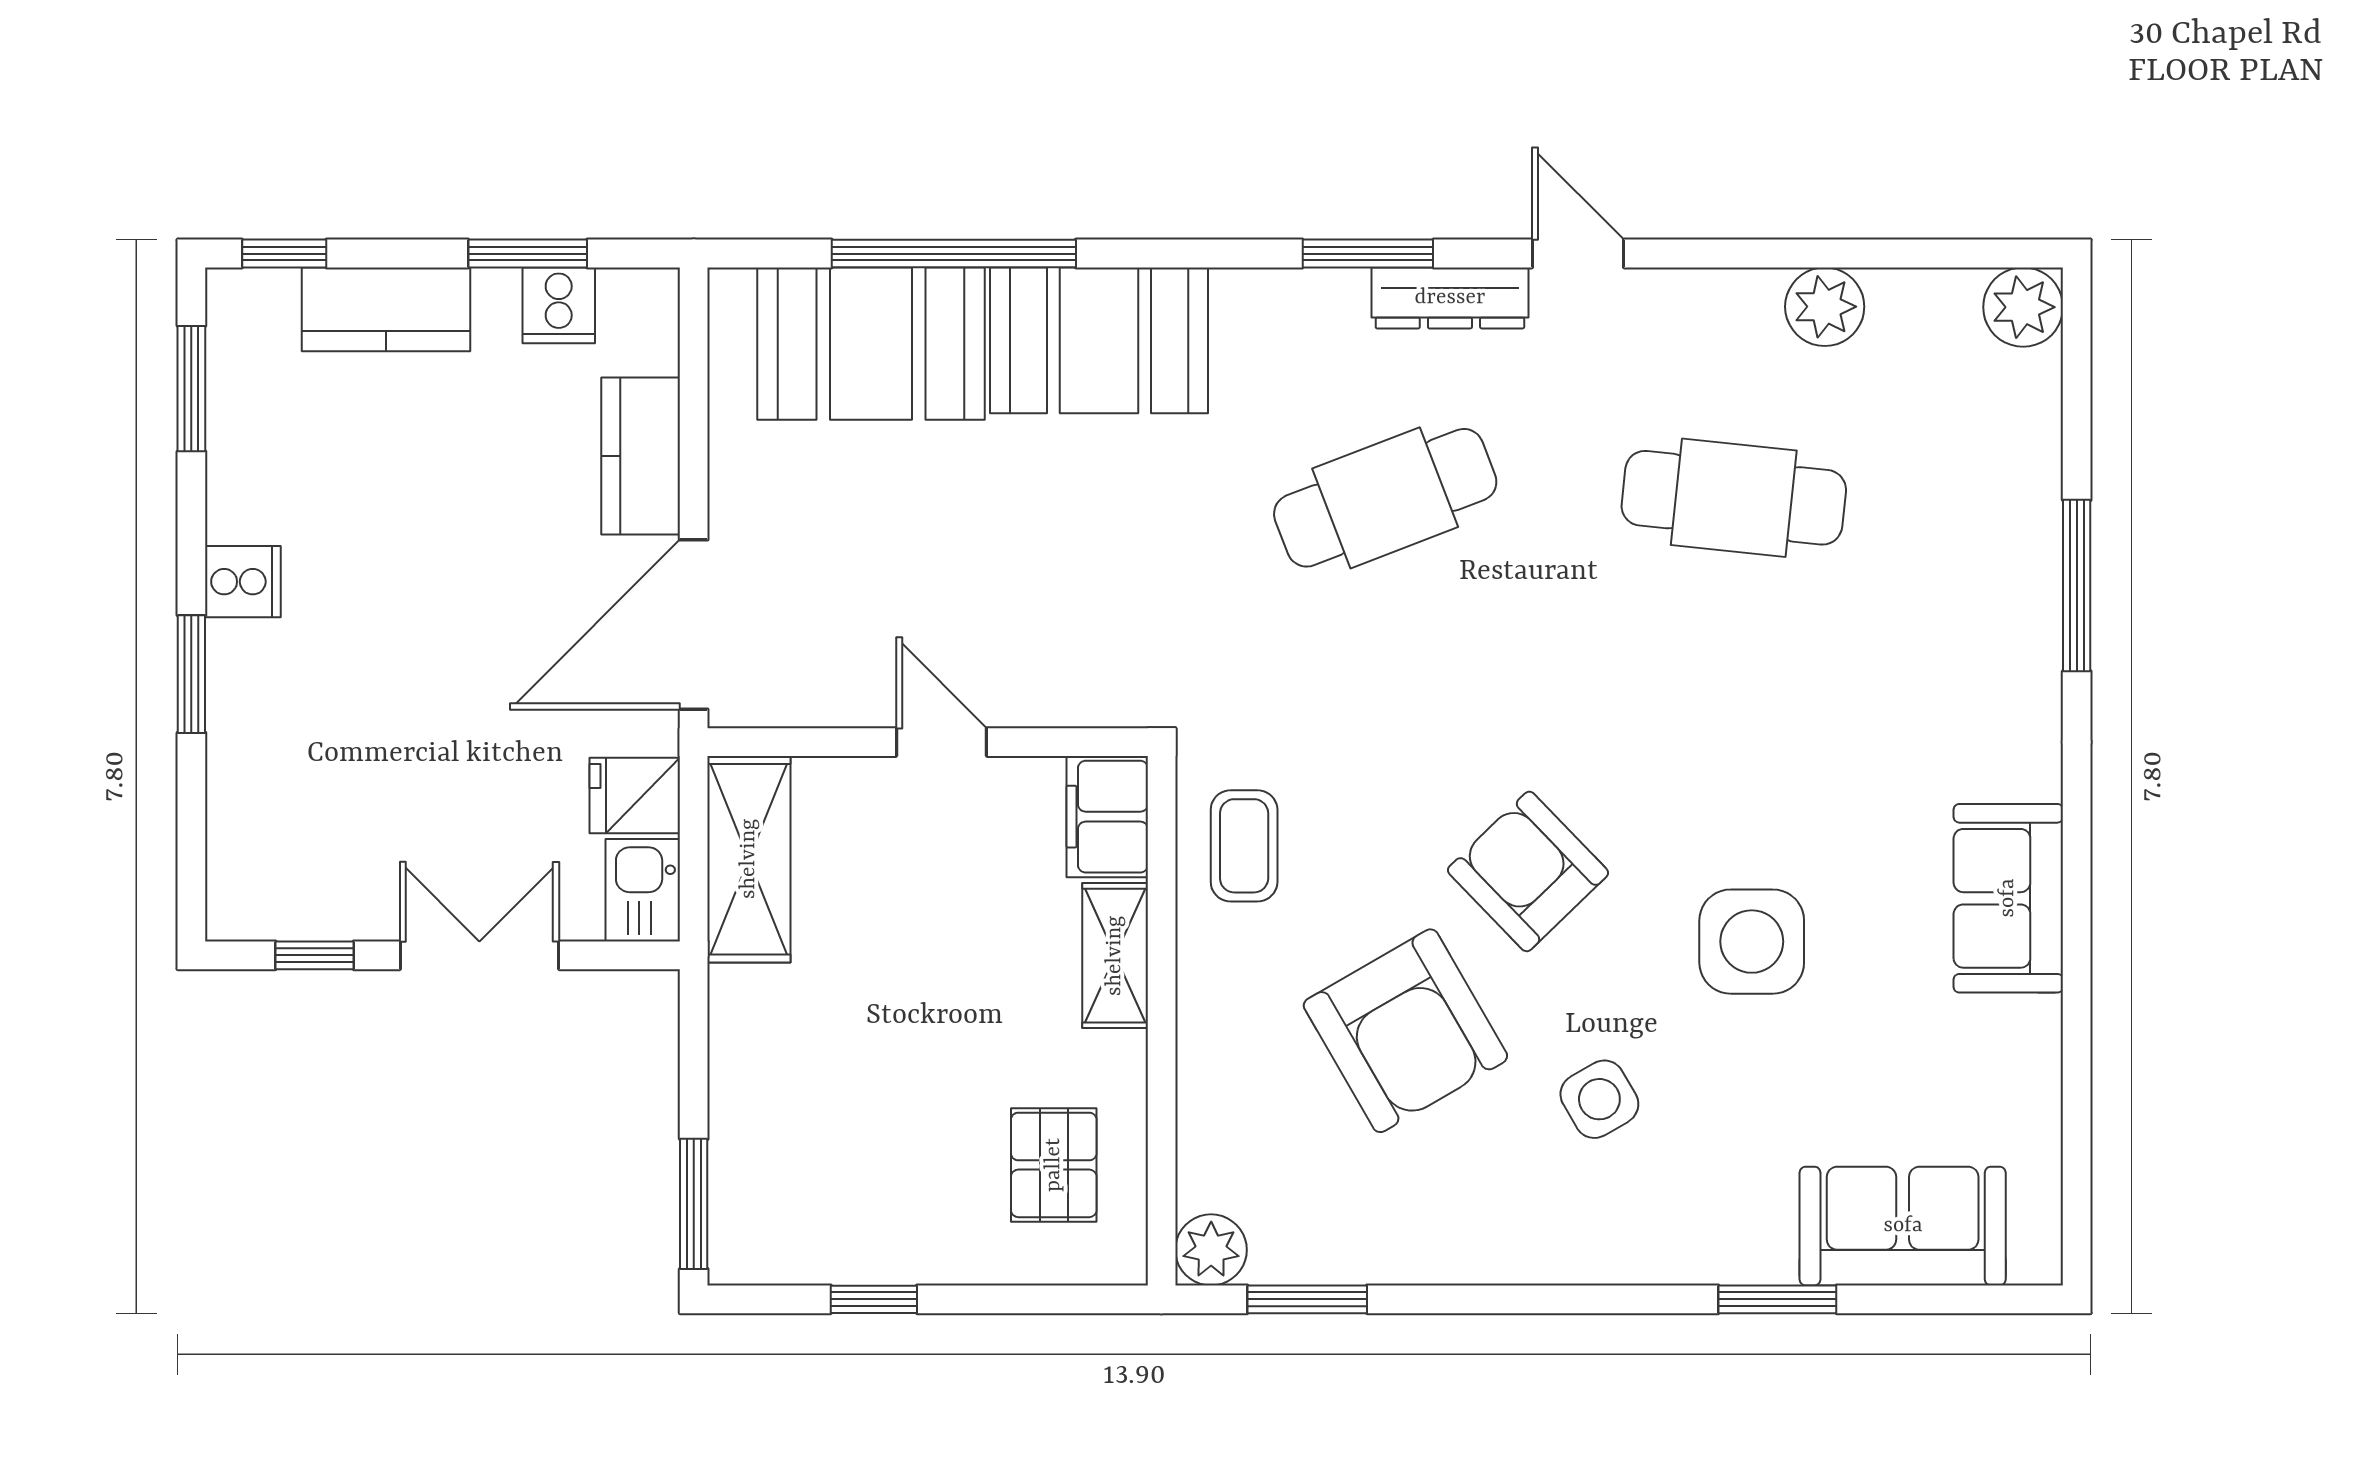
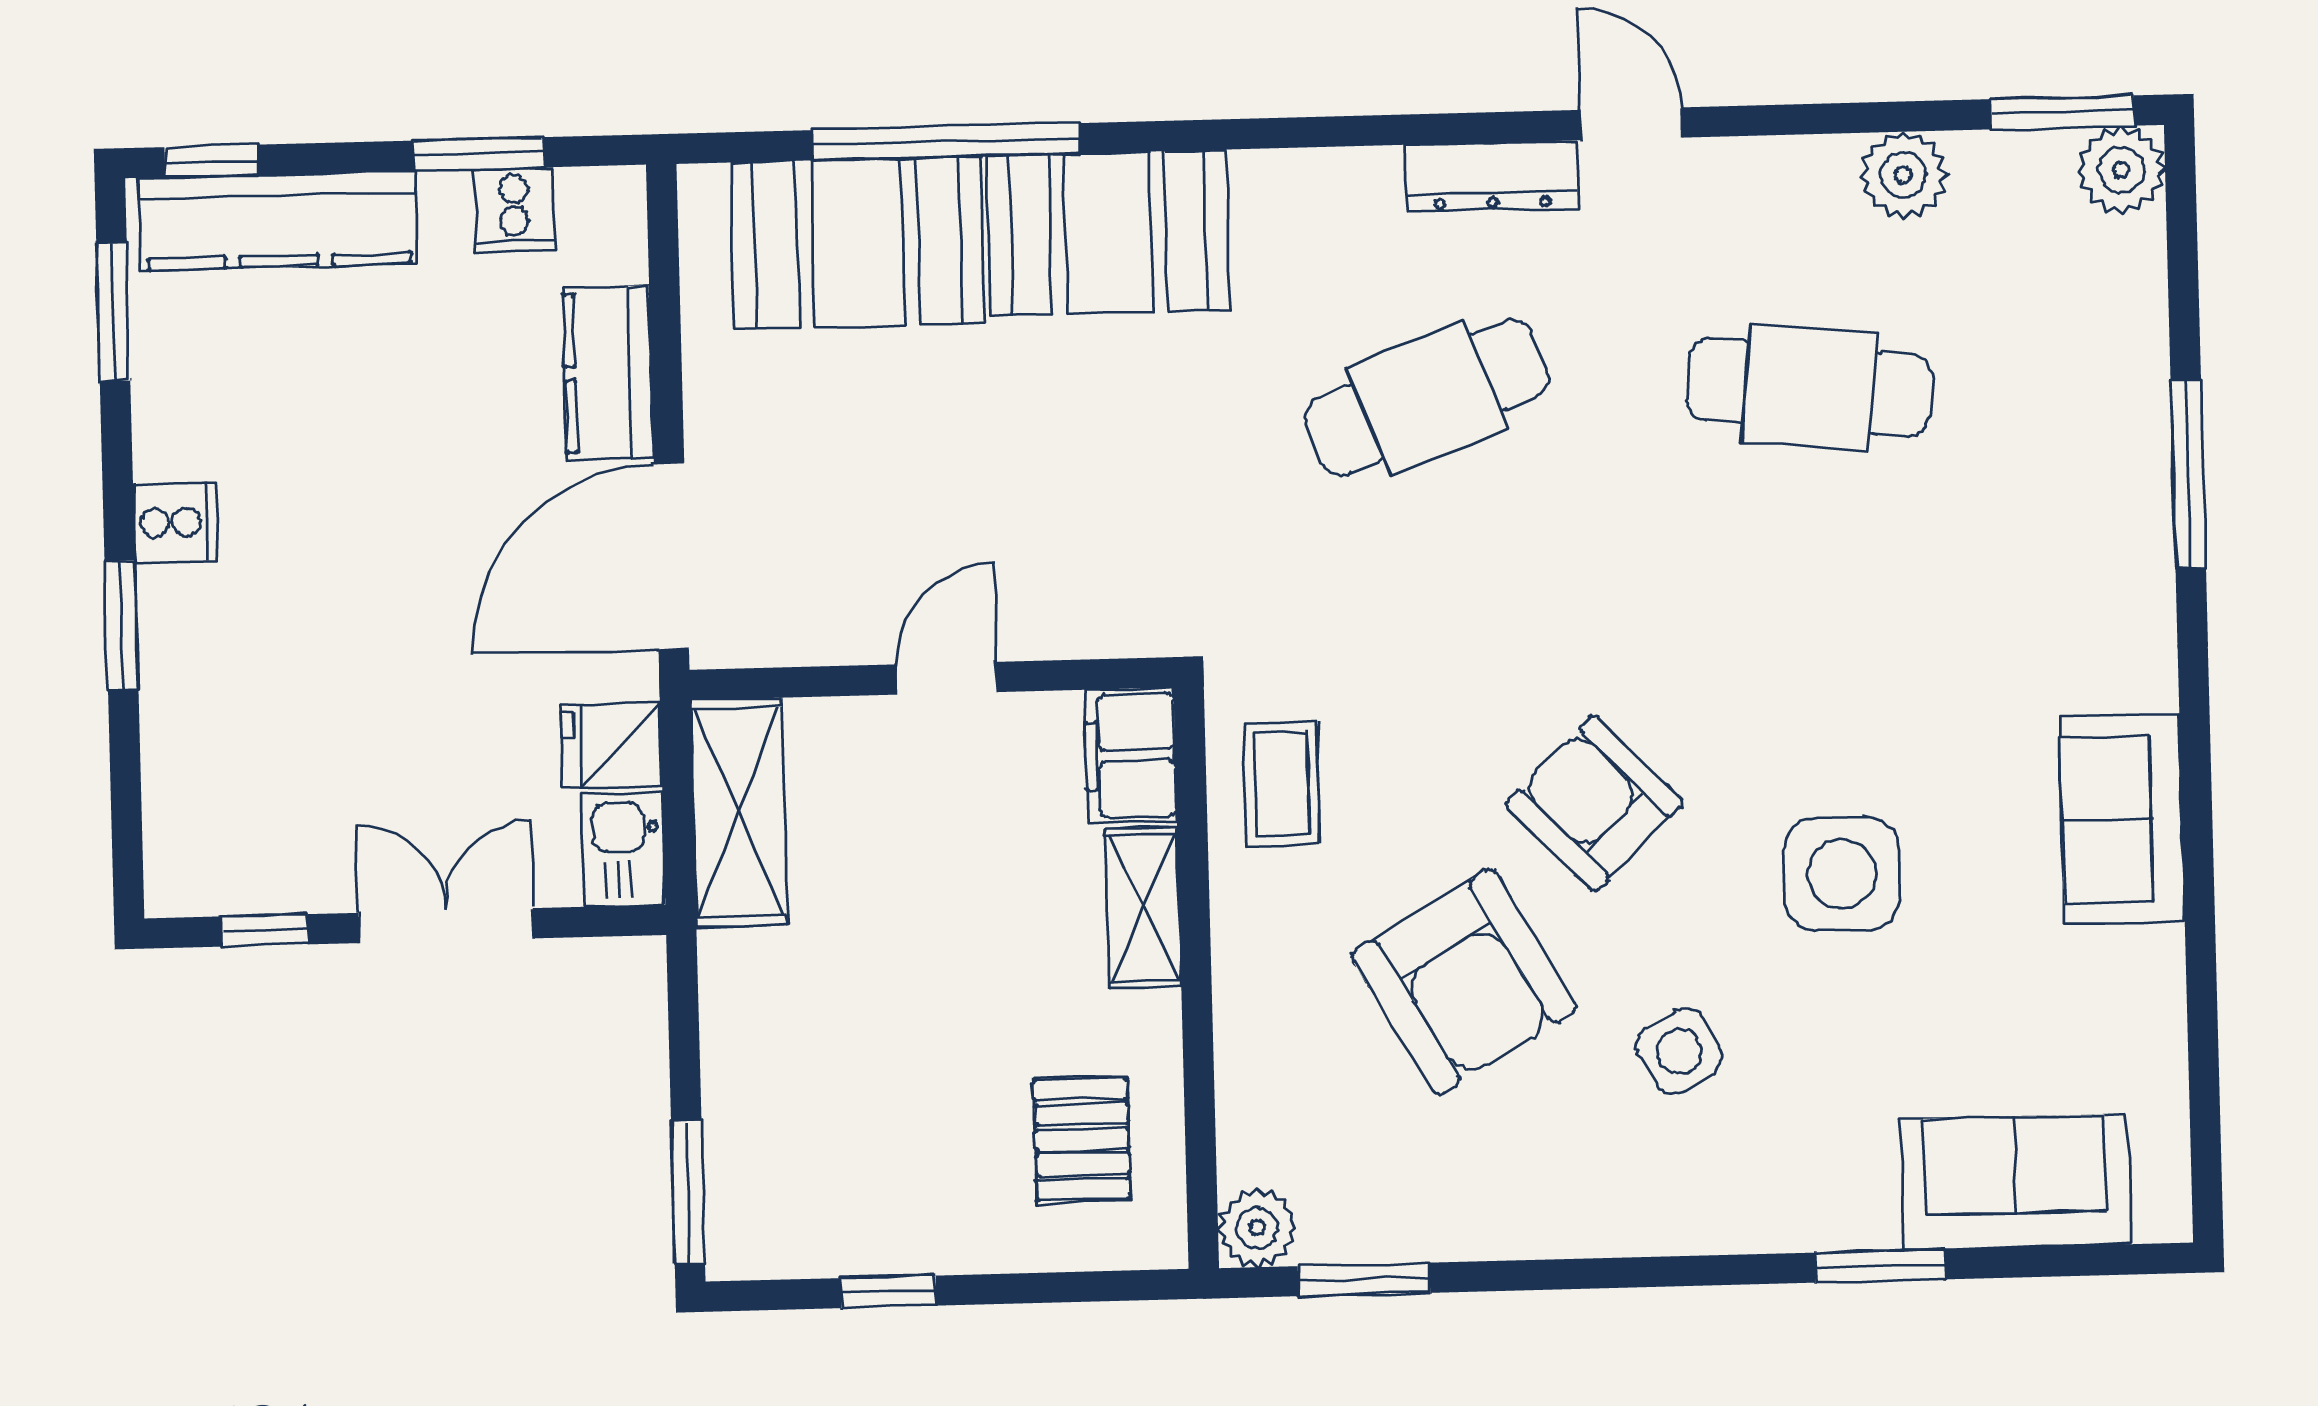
window: (1368, 254) -> (2062, 112), moved
kitchen counter: (386, 309) -> (278, 220), width x1.50
door: (942, 742) -> (947, 678), hinge flipped

